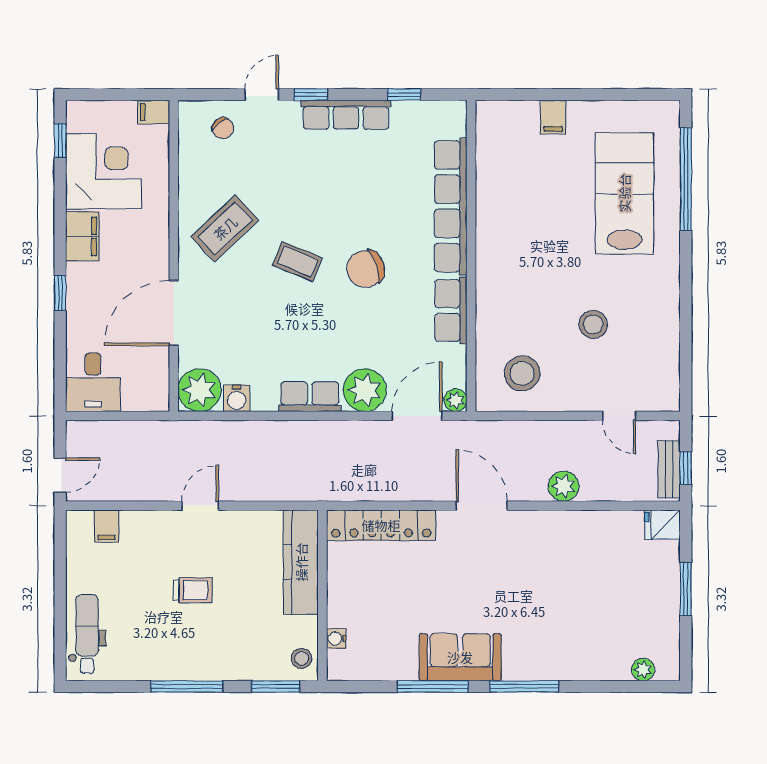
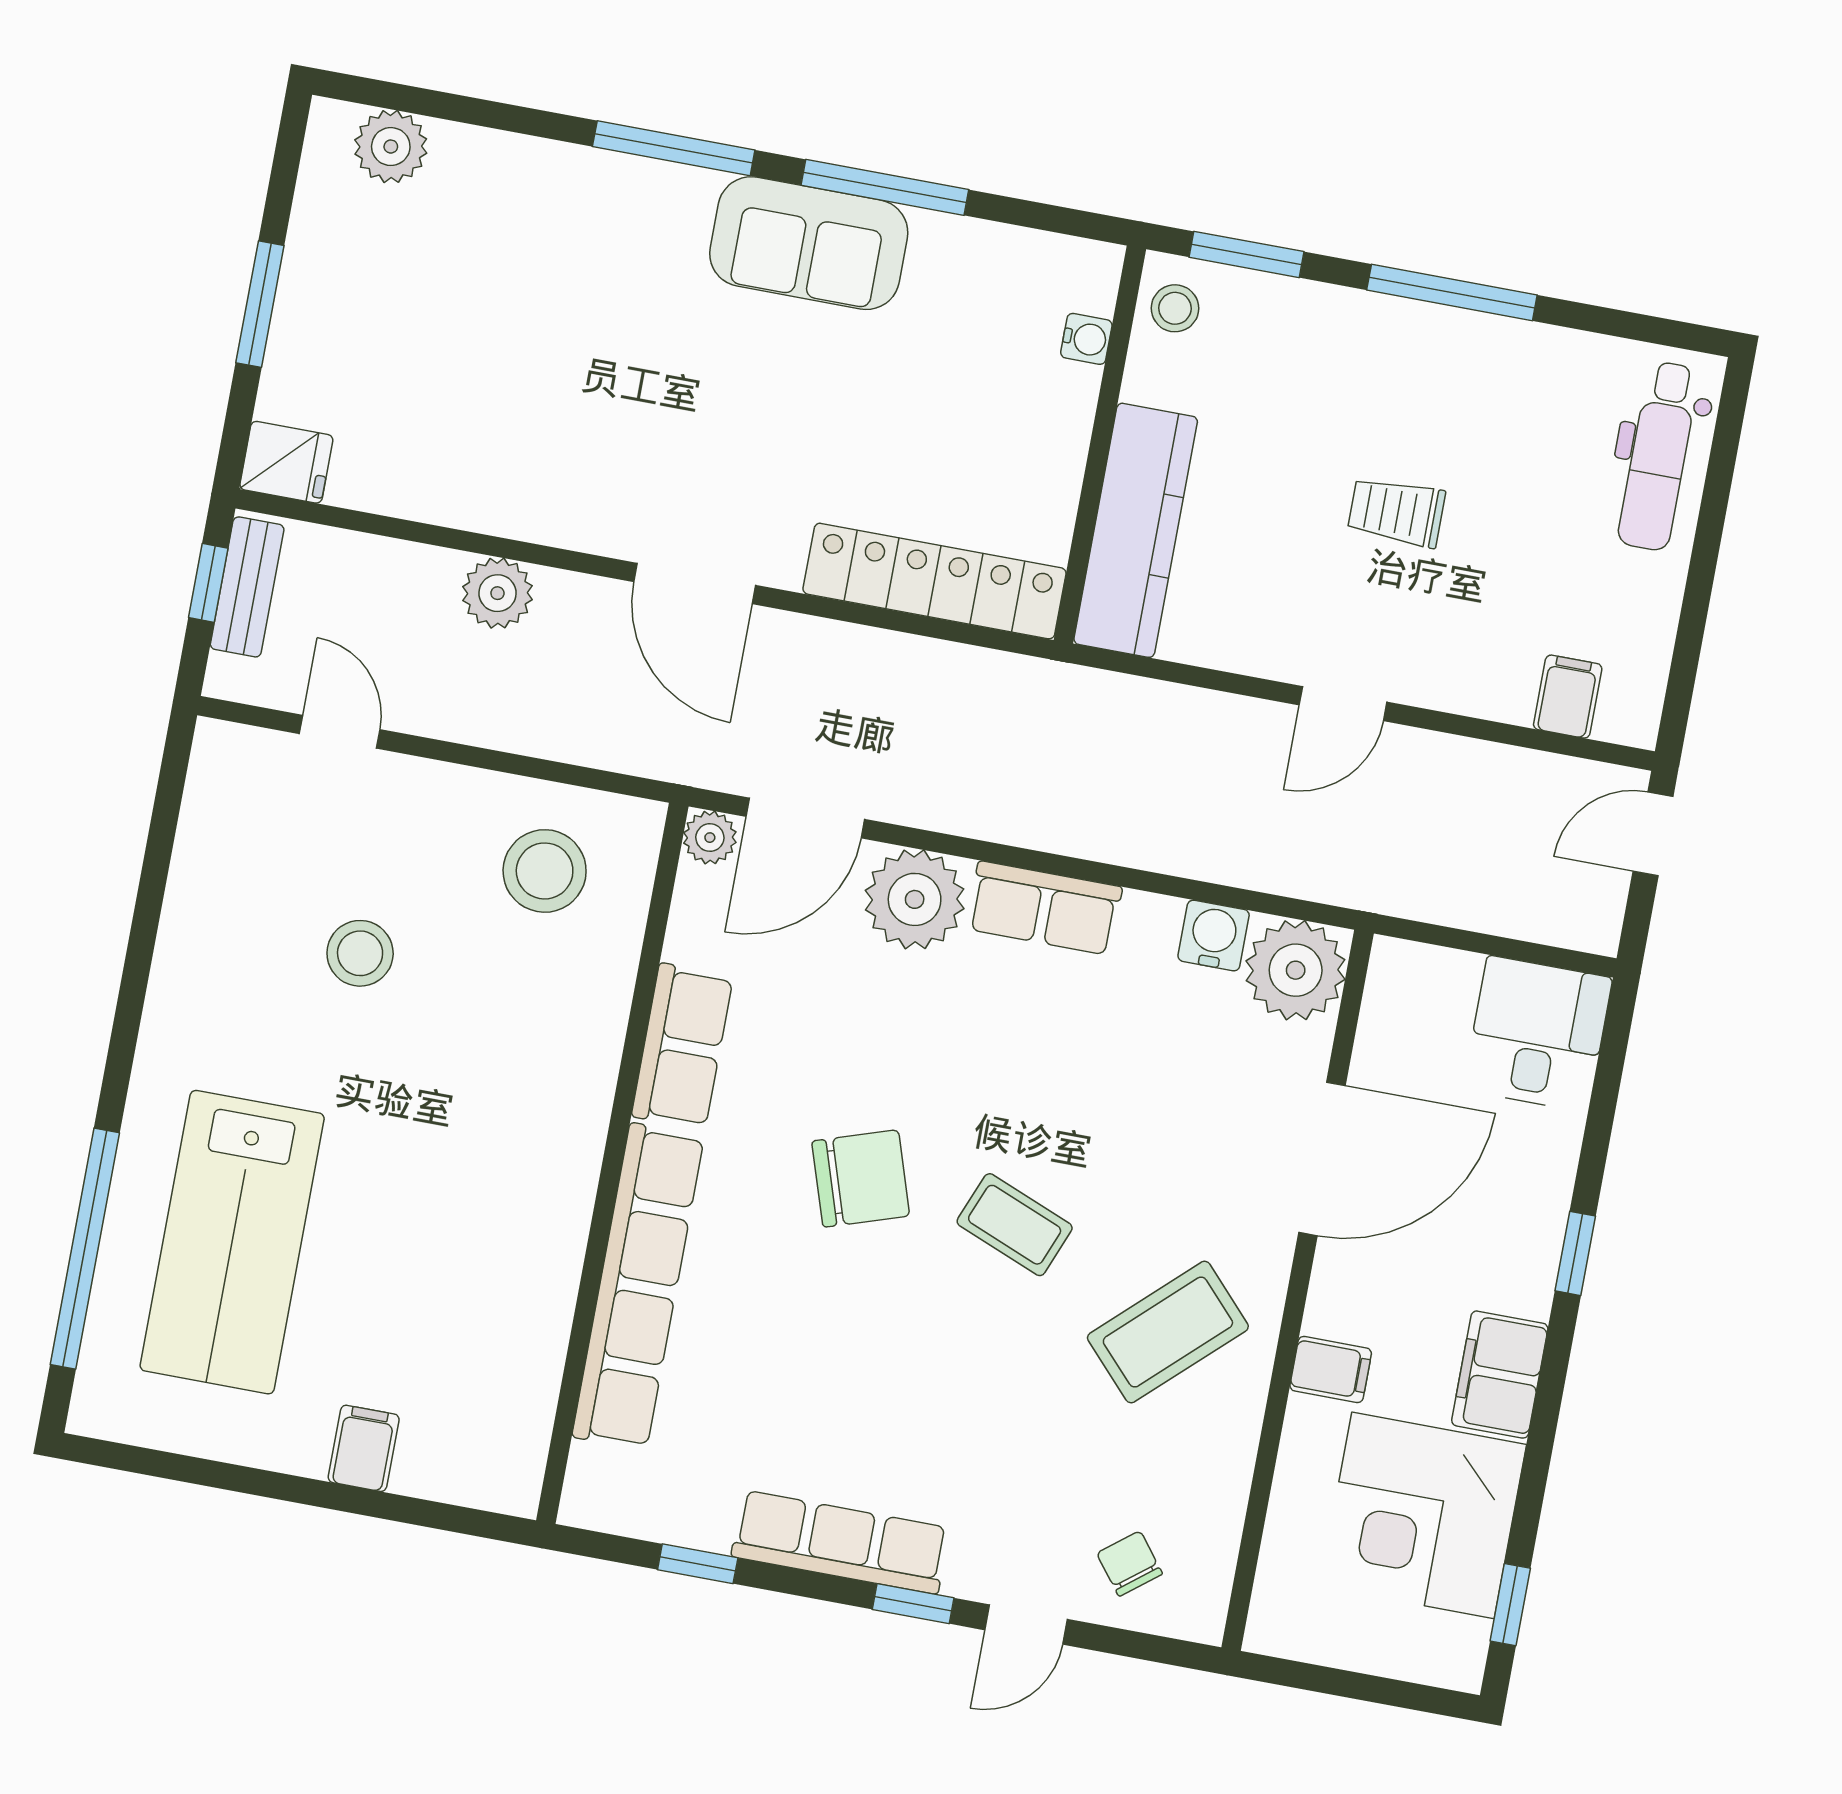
filing cabinet: (154, 112) -> (1331, 1369), moved
plant: (643, 670) -> (391, 147), width x1.38, depth x1.38

